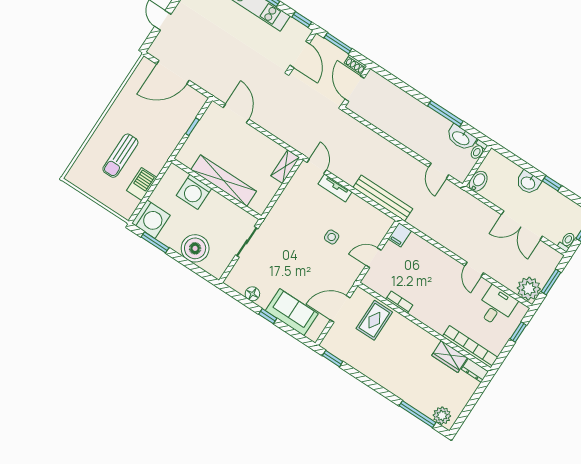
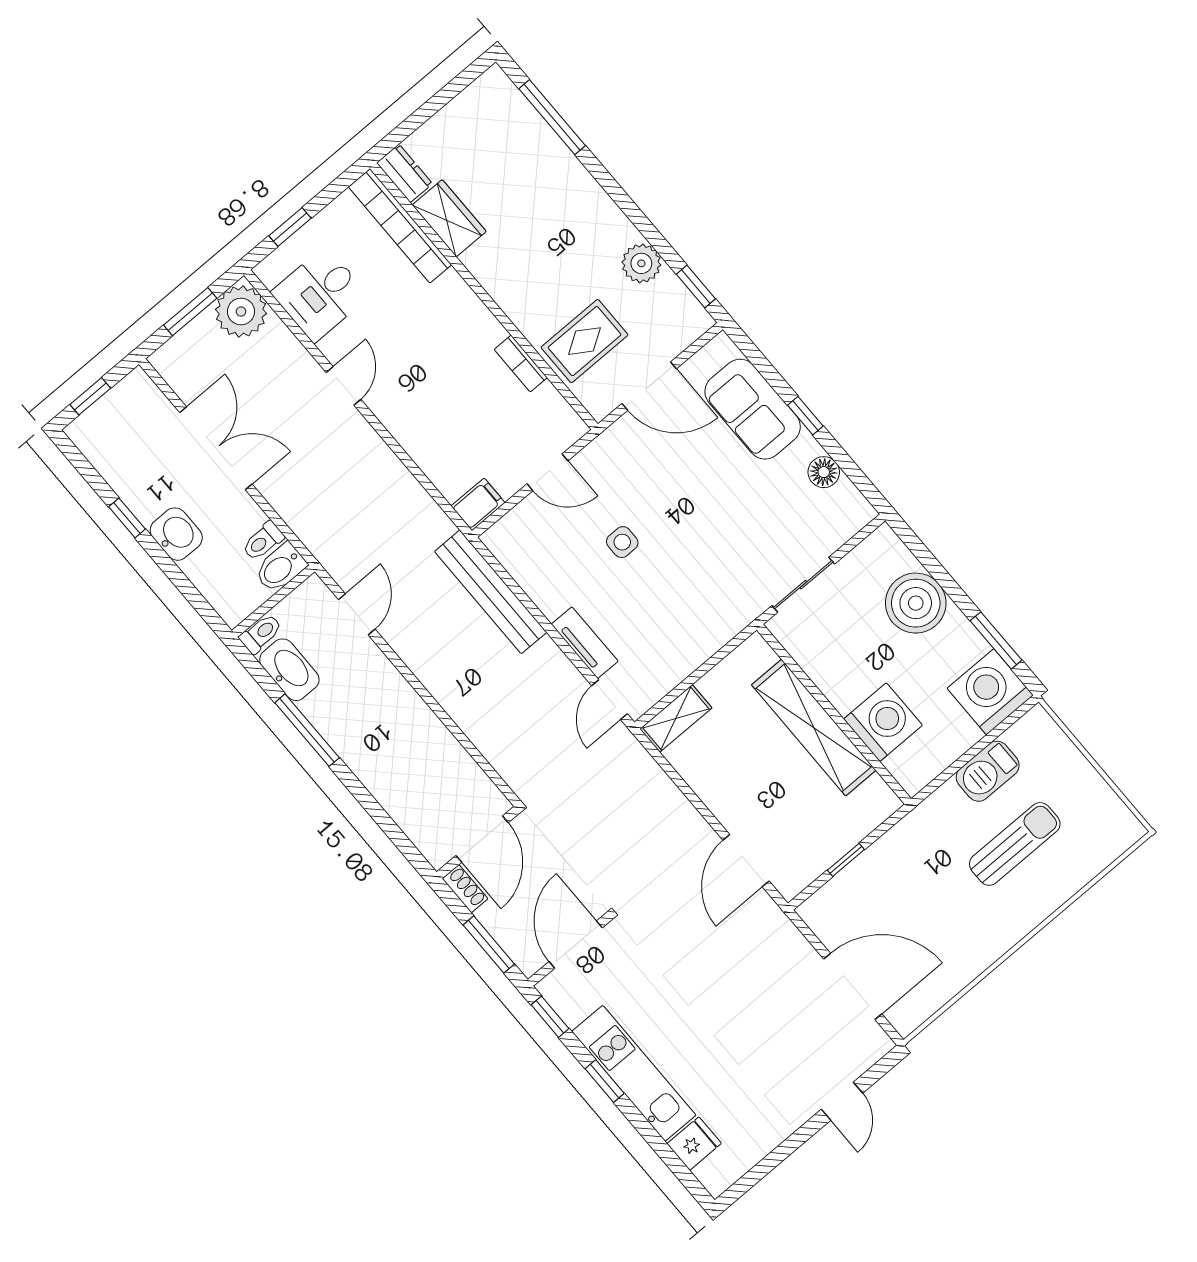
toilet: (567, 242) -> (263, 541), moved
plant: (442, 416) -> (641, 263), moved

